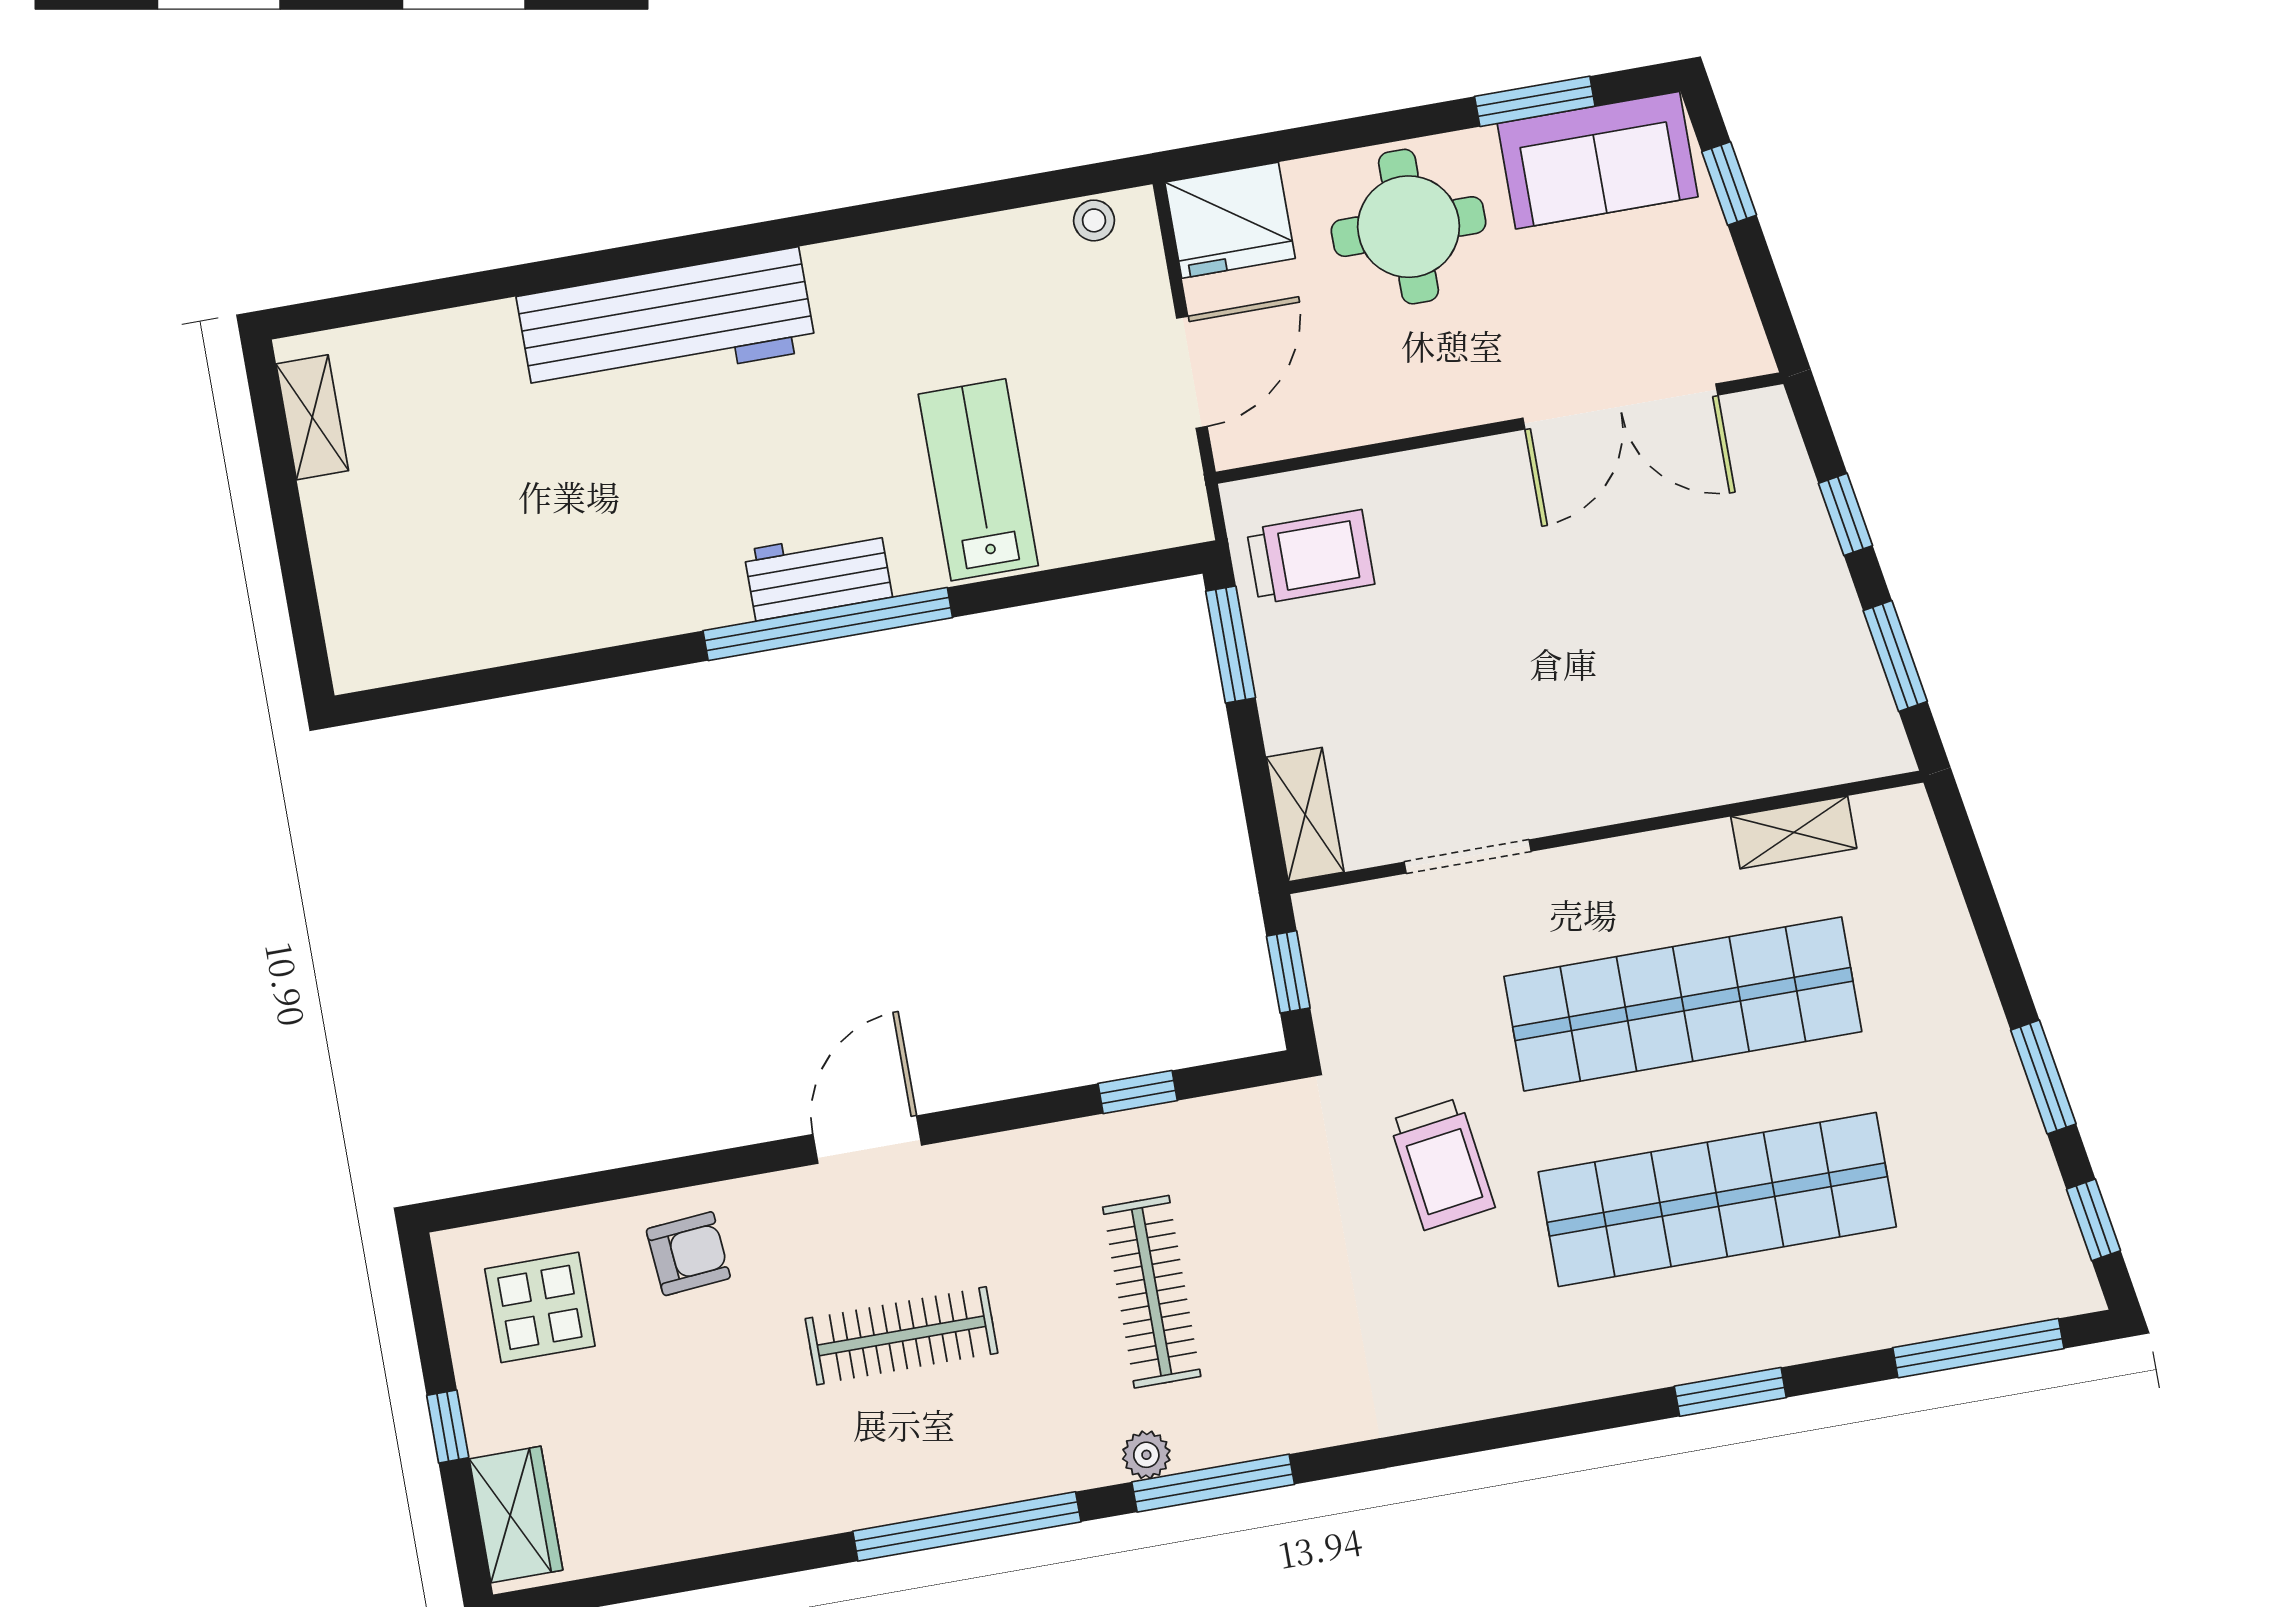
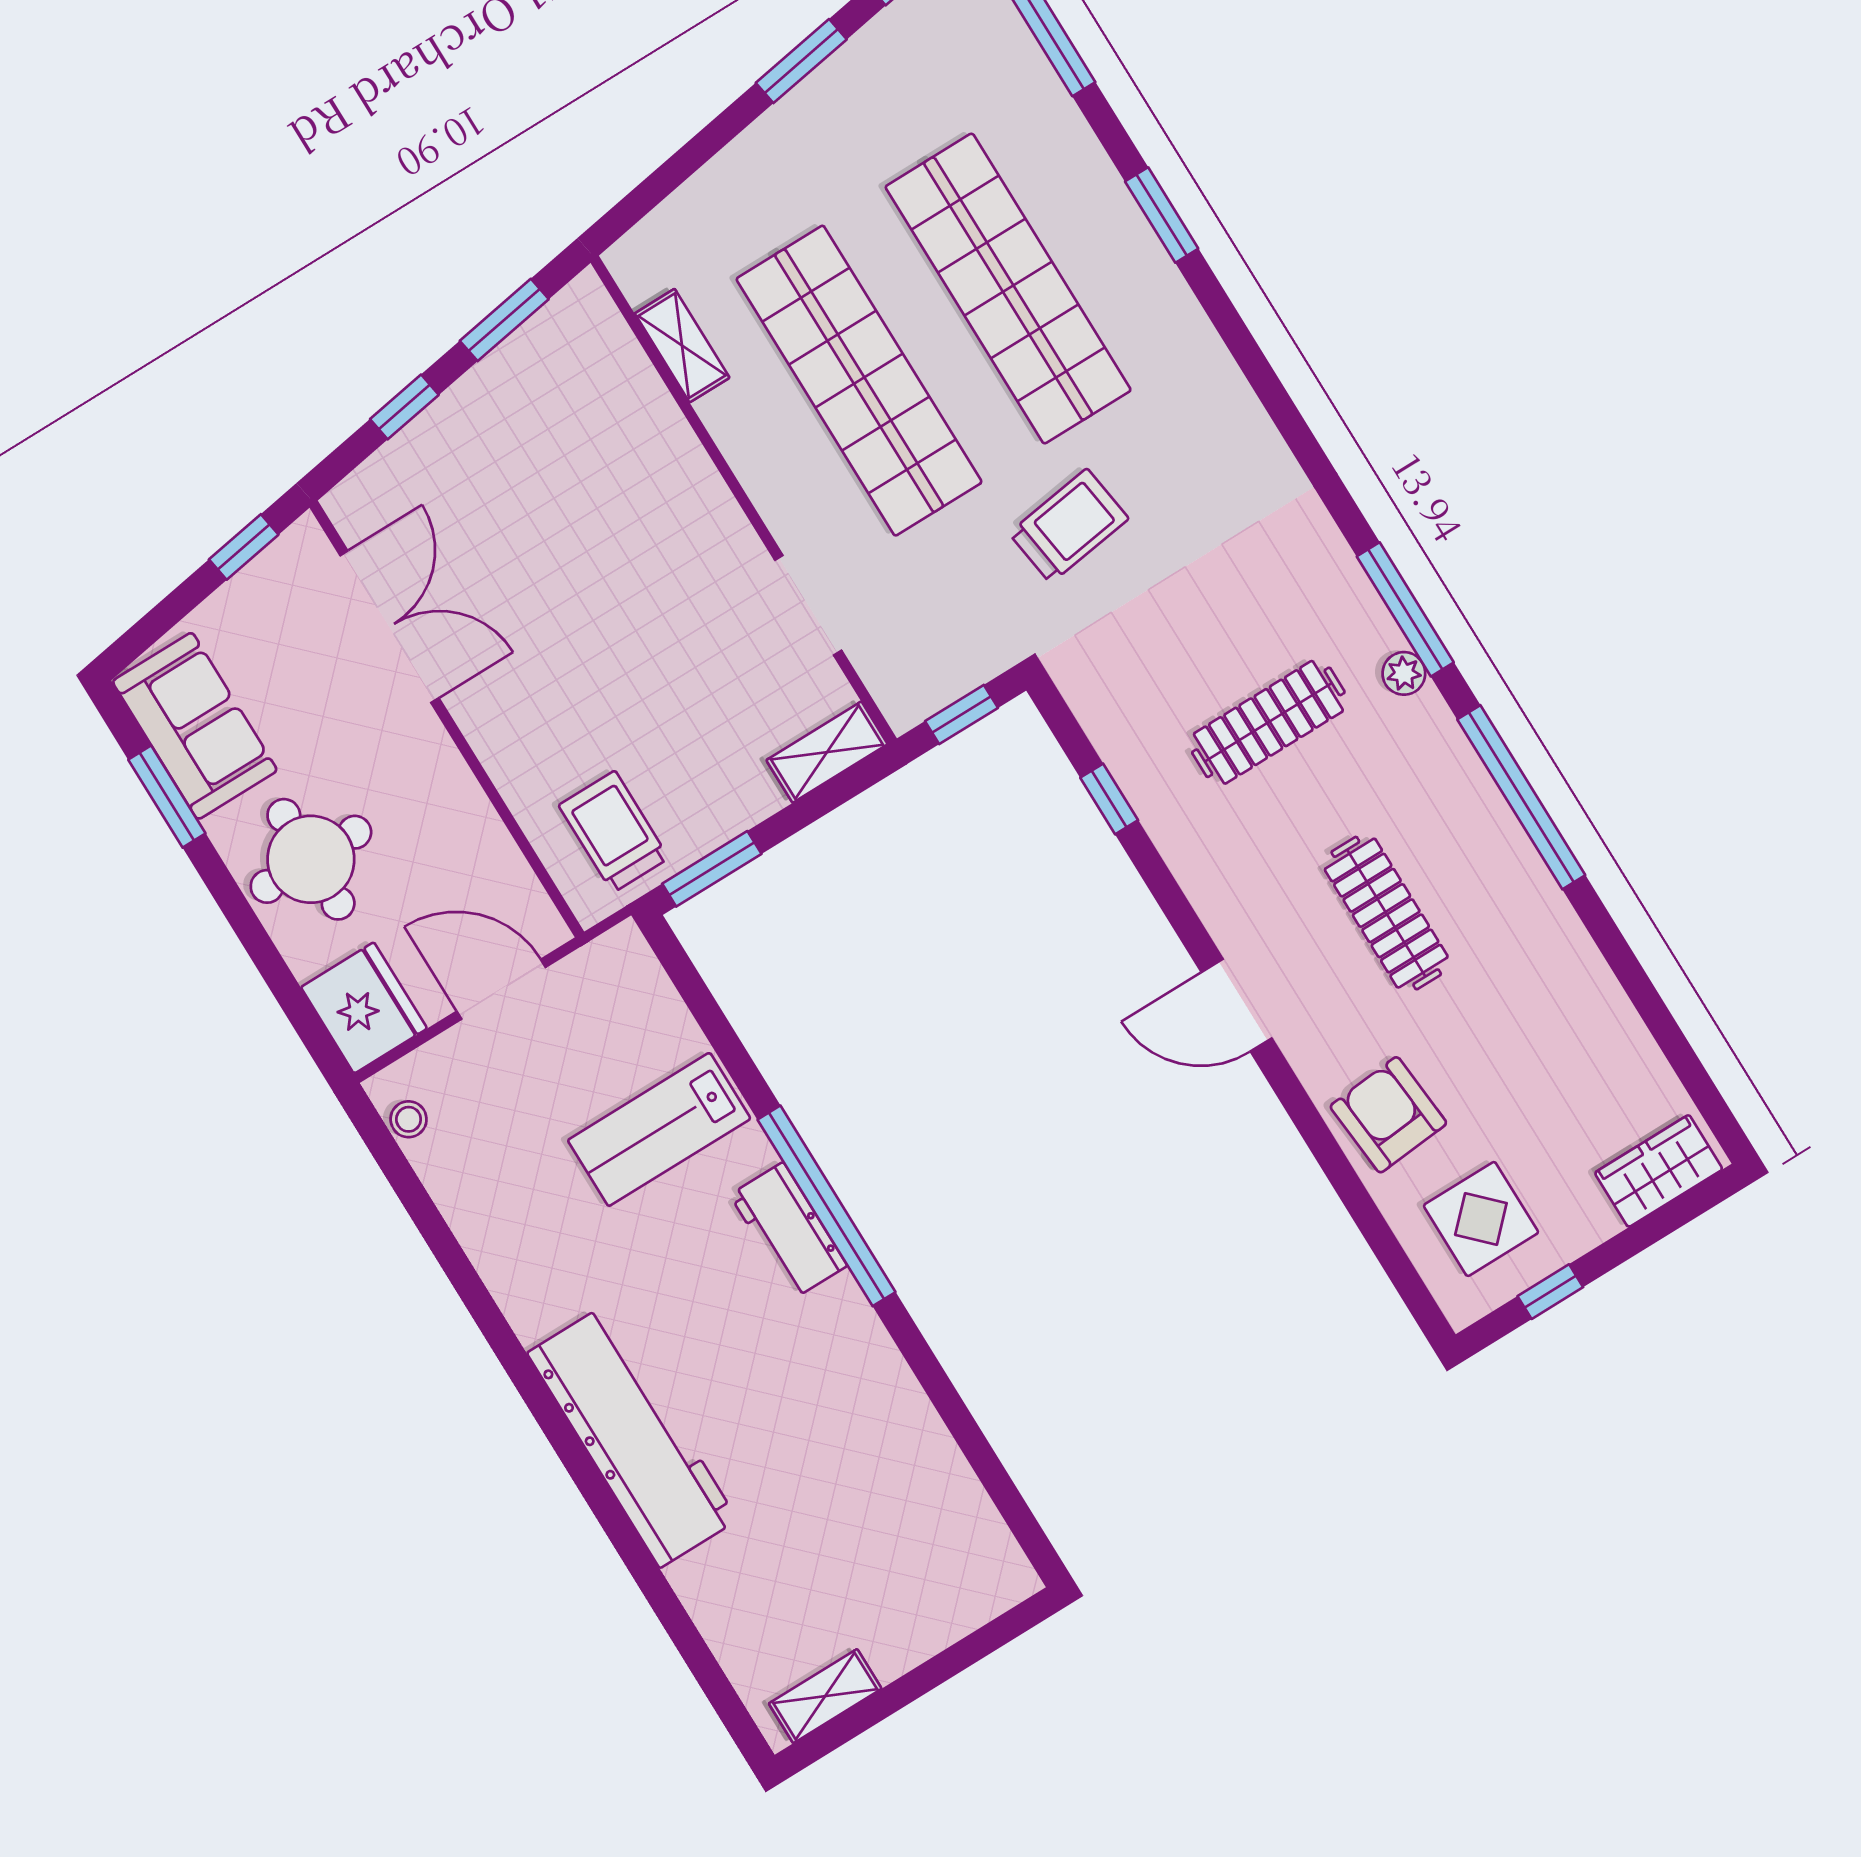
window: (1729, 183) -> (244, 547), moved
armchair: (688, 1254) -> (1388, 1115), width x1.38, depth x1.38
window: (448, 1427) -> (1550, 1292), moved

